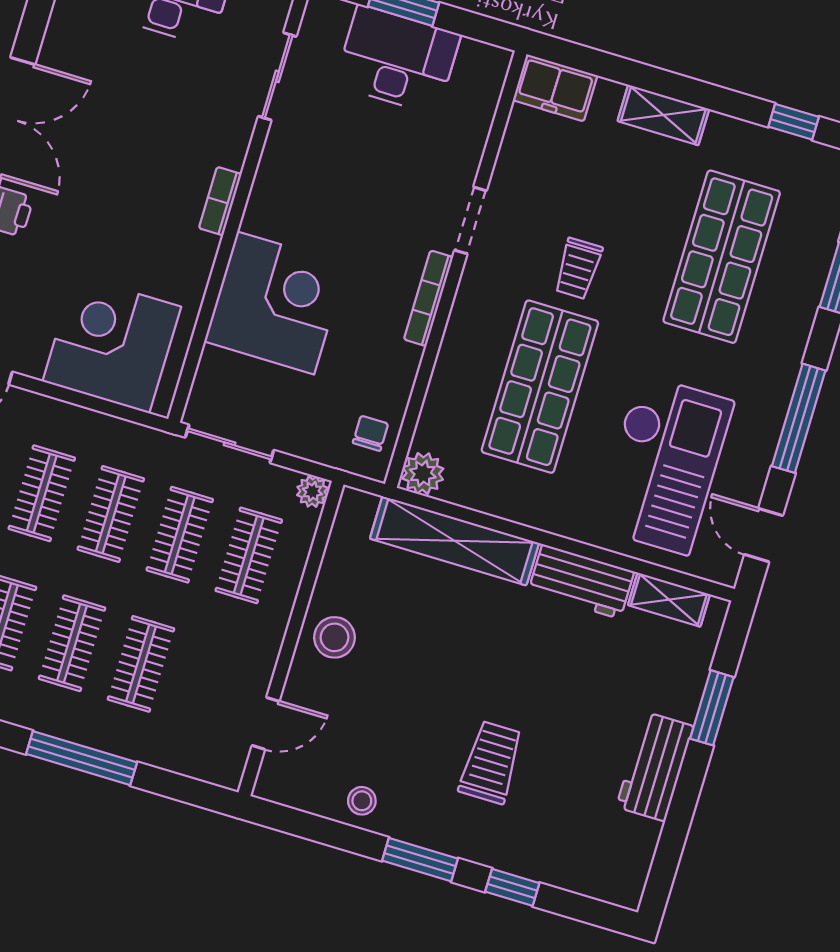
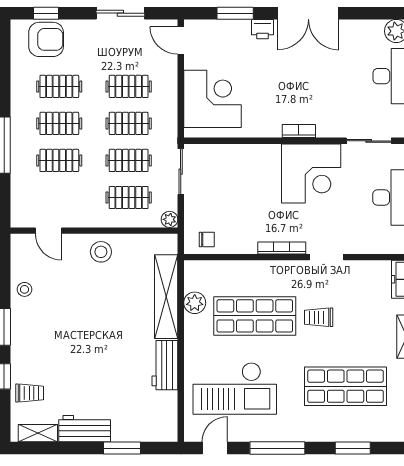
corner desk: (276, 303) -> (311, 173), moved
plant: (423, 473) -> (195, 303), moved
shelving: (669, 600) -> (38, 433), moved, turned 90
trolley: (491, 762) -> (30, 393), moved, width x0.73, depth x0.72

